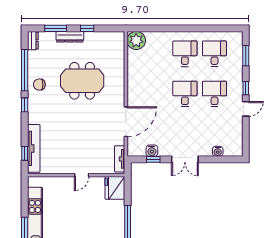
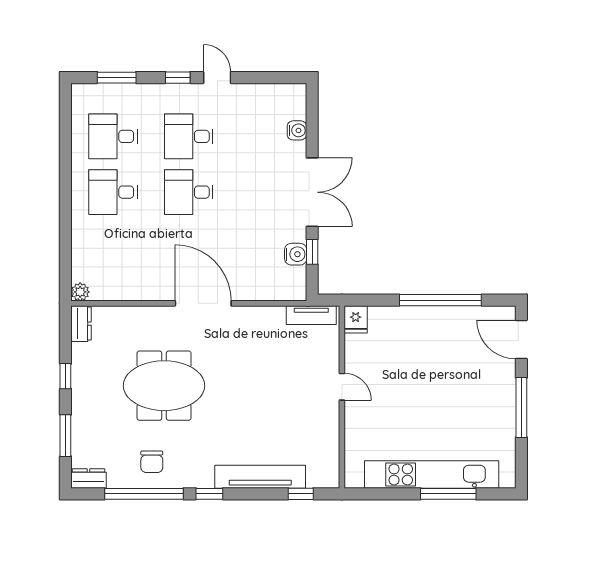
dresser: (70, 37) -> (81, 324), moved, width x0.70
plant: (136, 40) -> (80, 292), width x0.53, depth x0.53
meeting table: (82, 81) -> (164, 386), turned 90
chair: (39, 85) -> (152, 462), moved
door: (126, 122) -> (203, 303), moved
tv unit: (34, 148) -> (260, 477), moved
double door: (185, 159) -> (312, 192), width x1.37
fridge: (115, 188) -> (356, 319), width x0.53, depth x0.75

